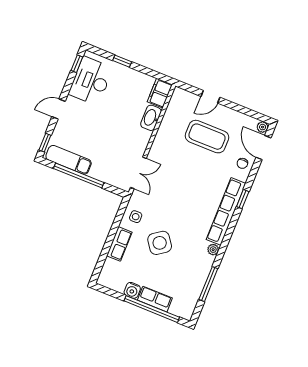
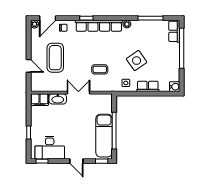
exam couch: (69, 160) -> (104, 136), width x1.36, depth x1.45
double door: (138, 173) -> (78, 93), moved
coffee table: (168, 189) -> (100, 69), added
water cooler: (132, 290) -> (175, 87), moved
row of seats: (155, 299) -> (174, 31), moved

